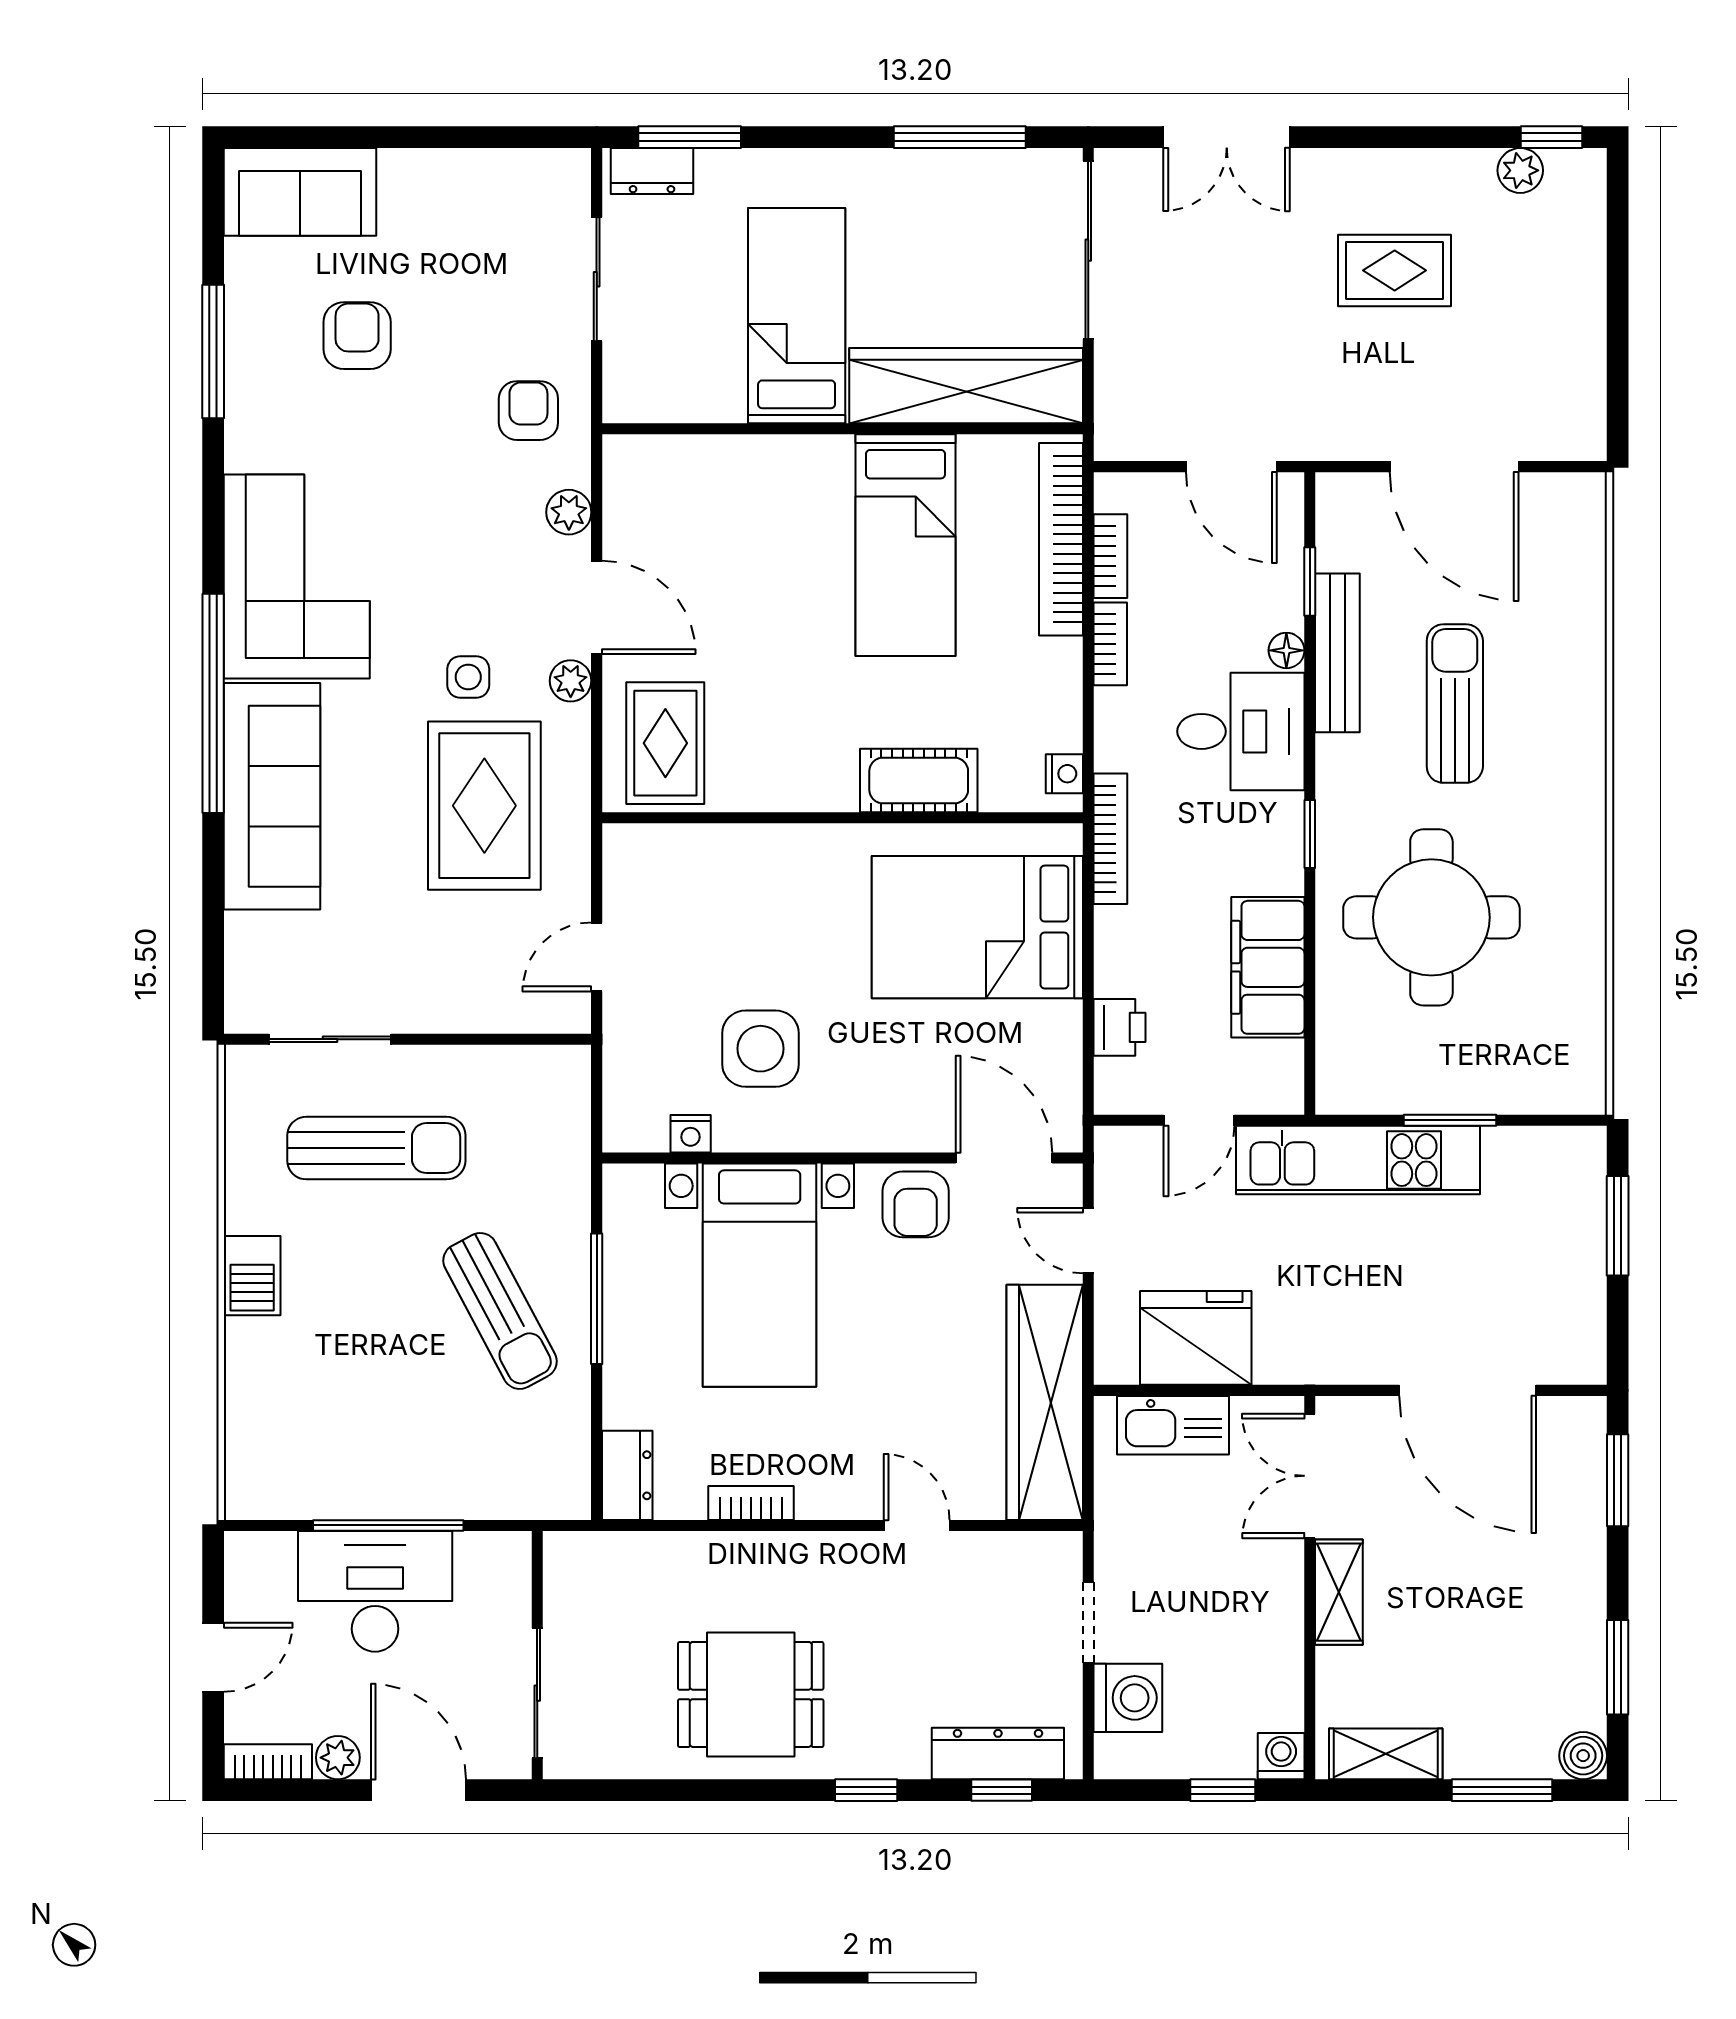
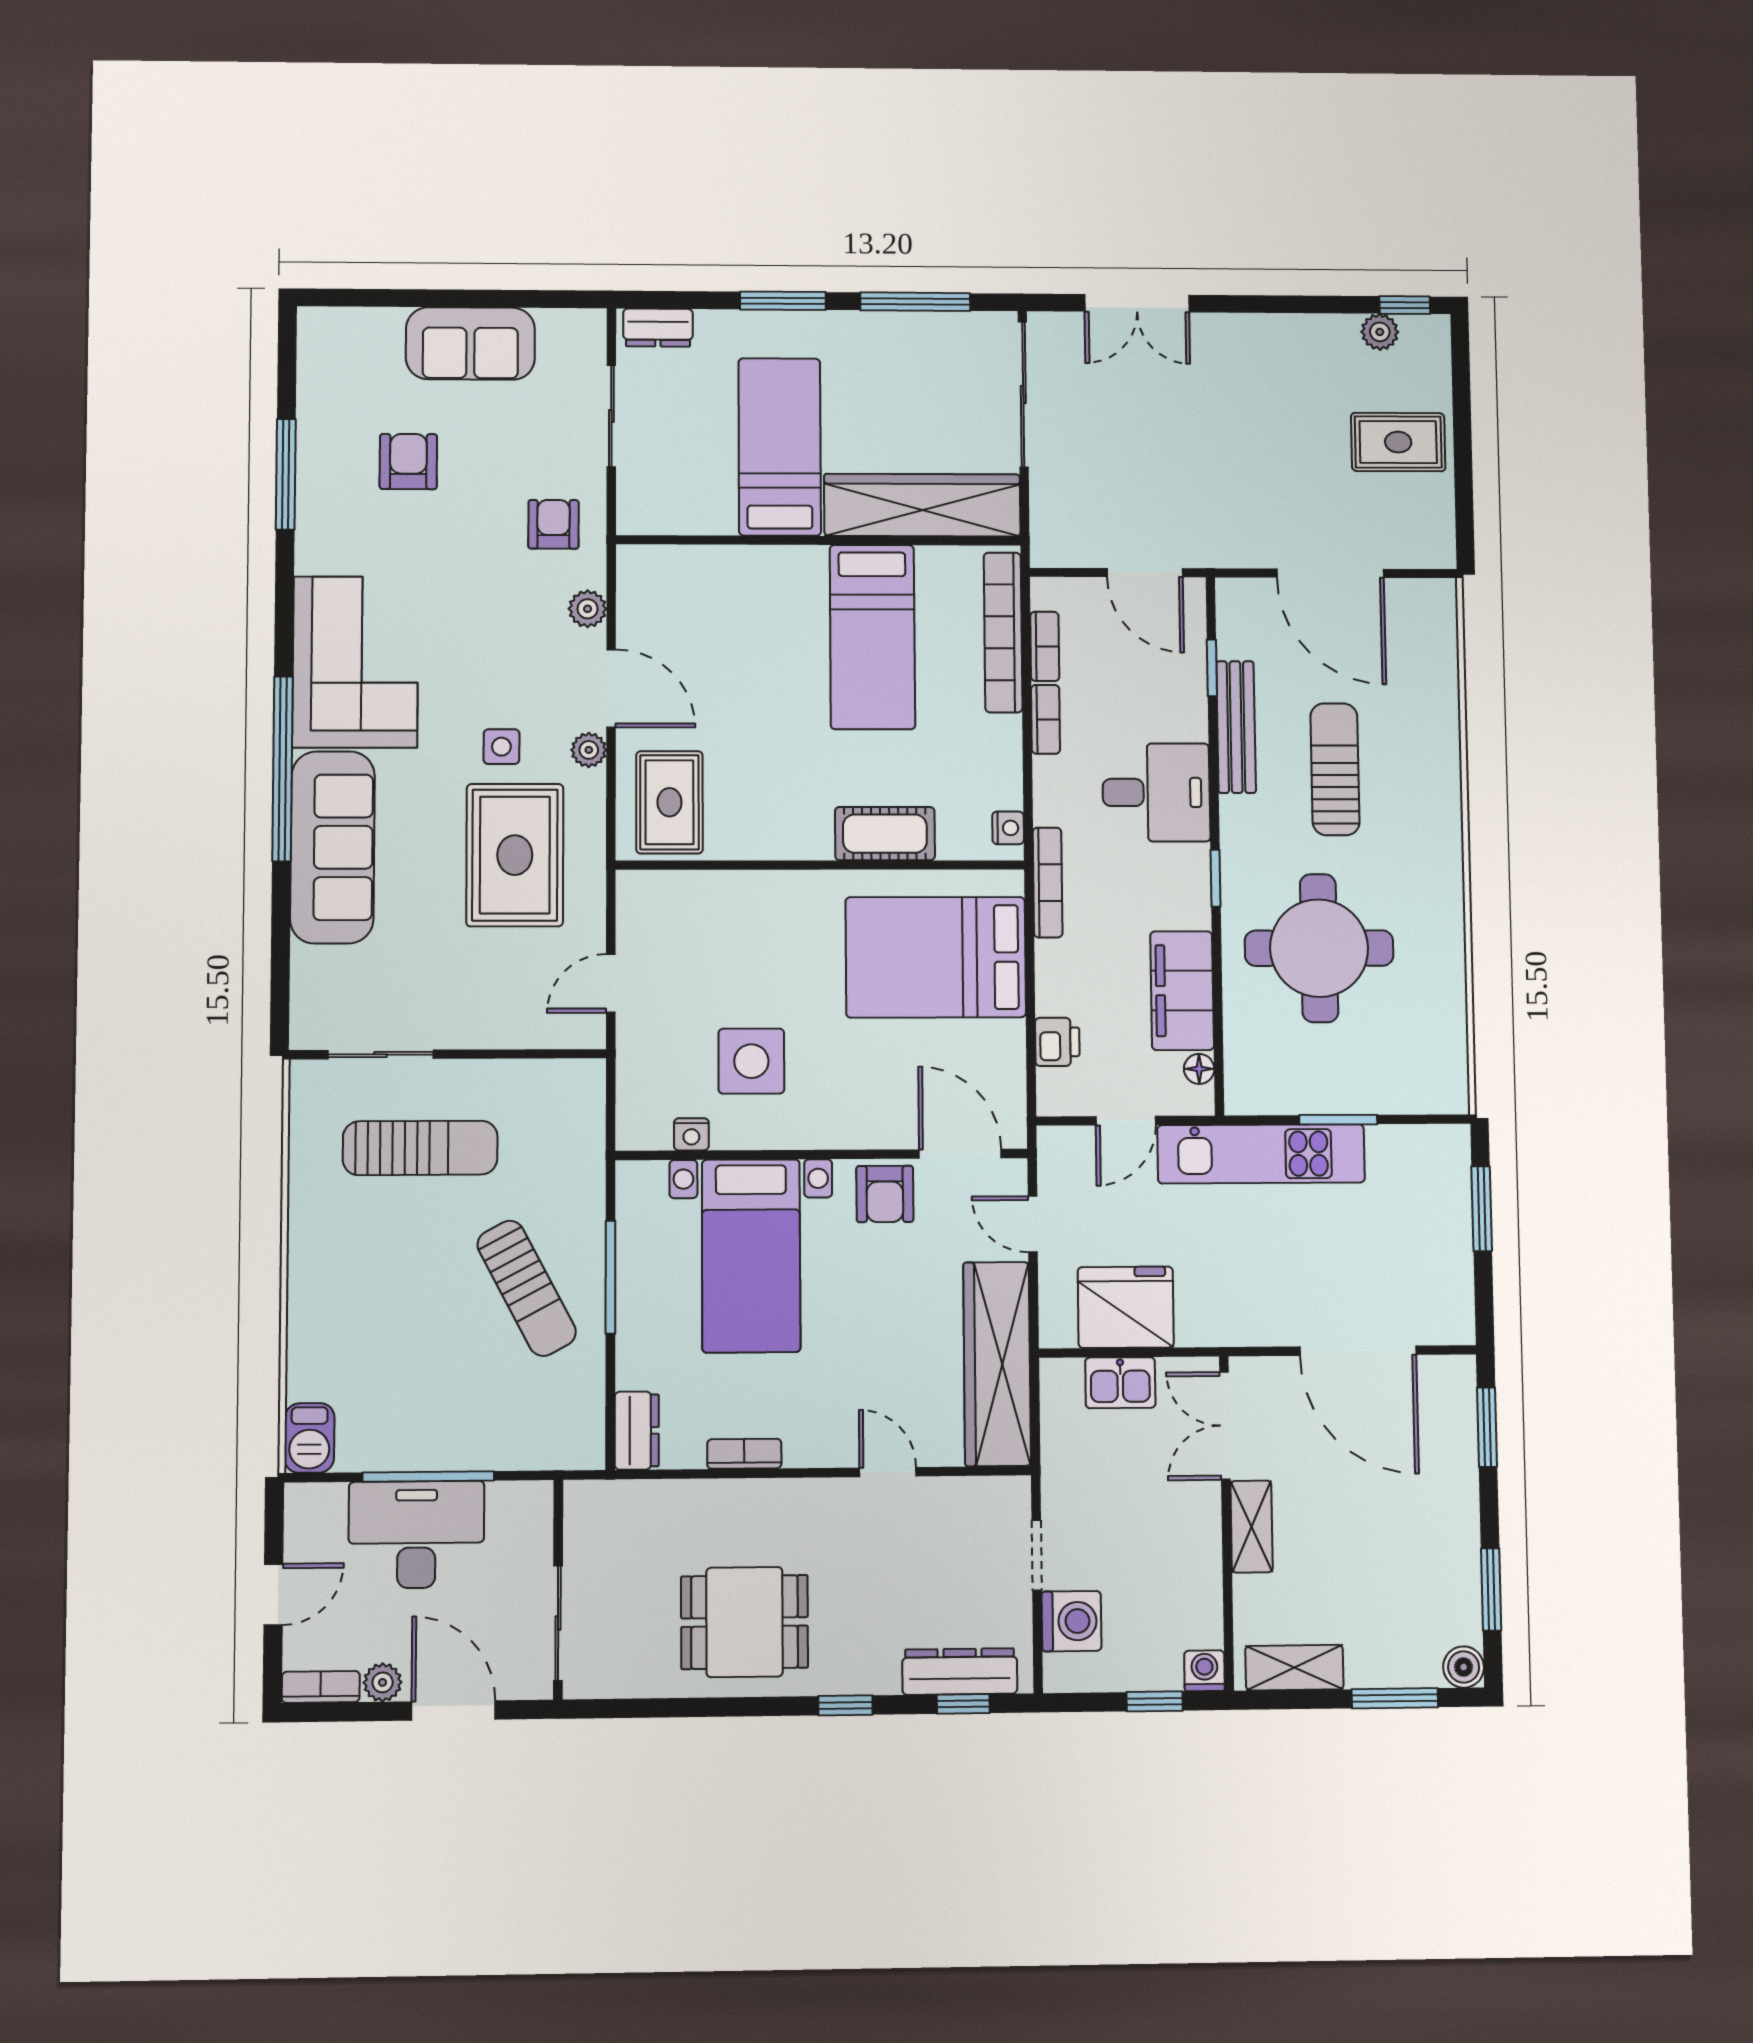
window: (690, 137) -> (783, 301), moved
sofa: (300, 192) -> (470, 343), moved
rug: (1395, 270) -> (1398, 442), moved
floor lamp: (1286, 650) -> (1199, 1069), moved
barbecue: (252, 1276) -> (309, 1438), moved
kitchen sink: (1173, 1425) -> (1120, 1383), width x0.73

